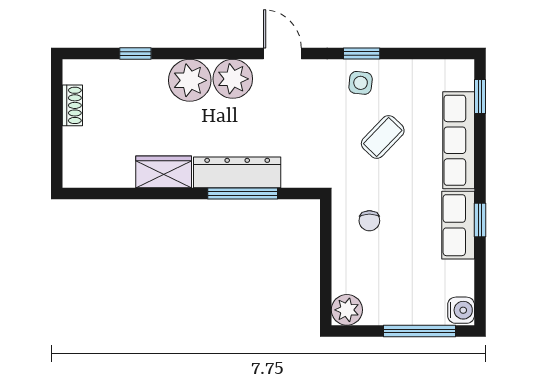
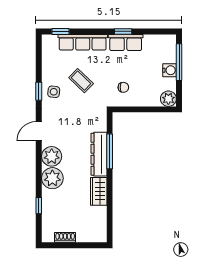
water cooler: (461, 310) -> (170, 70), moved, turned 90

